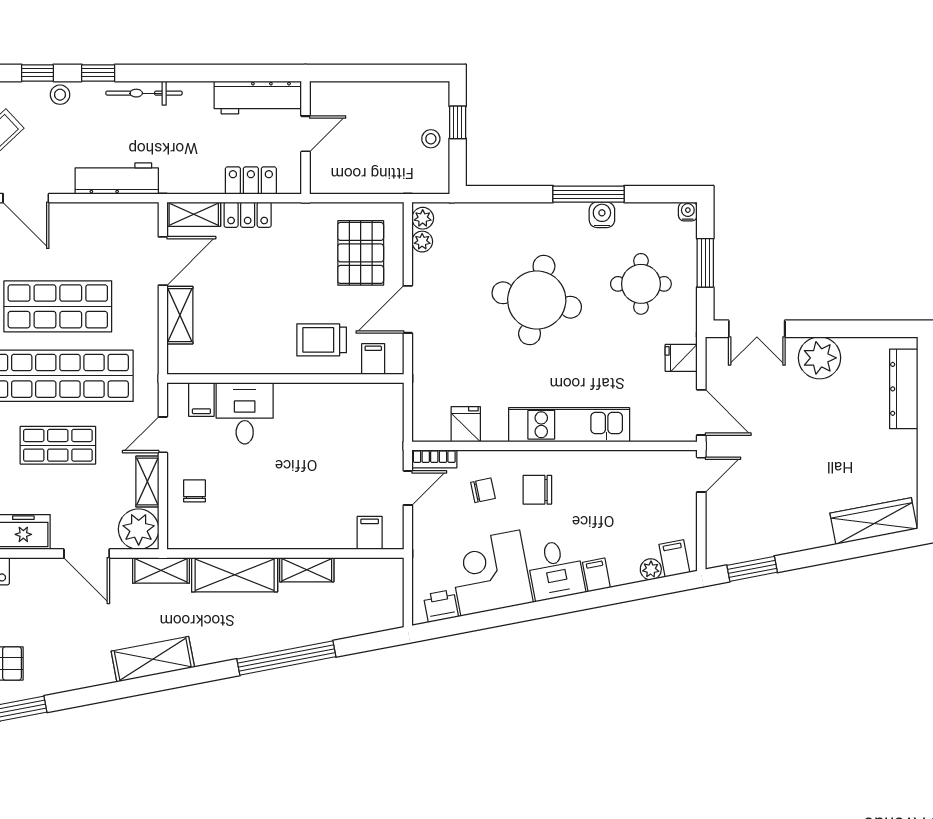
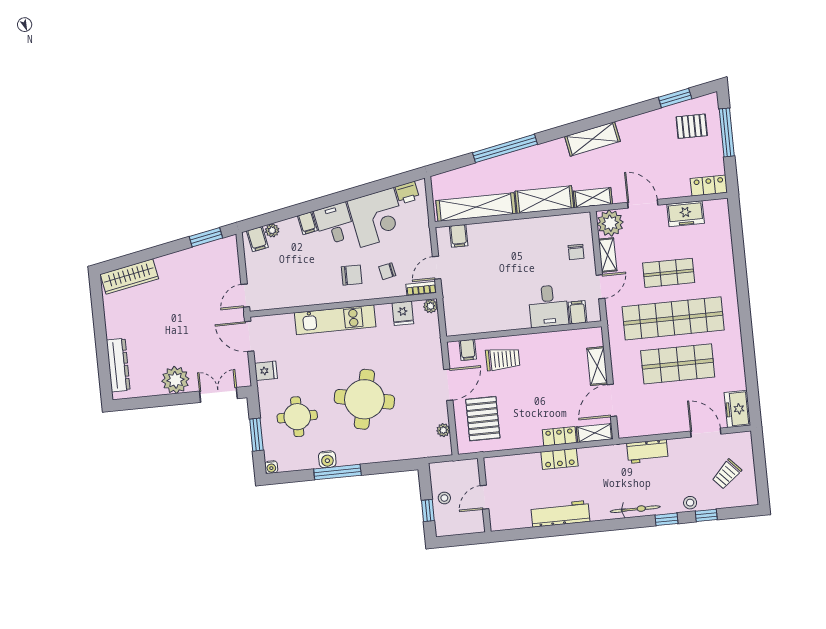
door: (306, 134) -> (484, 497), moved
wall: (306, 138) -> (484, 495), moved
workbench: (117, 178) -> (647, 451), width x0.73
plant: (423, 218) -> (431, 306), moved
shelving: (307, 570) -> (476, 207), width x2.20, depth x1.33

